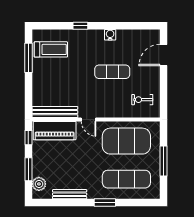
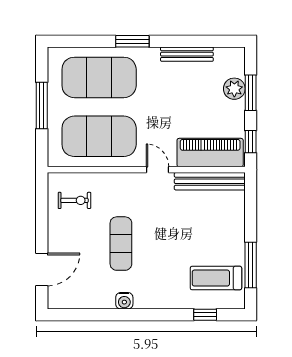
window: (80, 26) -> (205, 315), moved
exercise mat: (112, 72) -> (121, 244), turned 90
exercise mat: (126, 179) -> (99, 77), width x1.47
plant: (39, 184) -> (234, 89), moved

